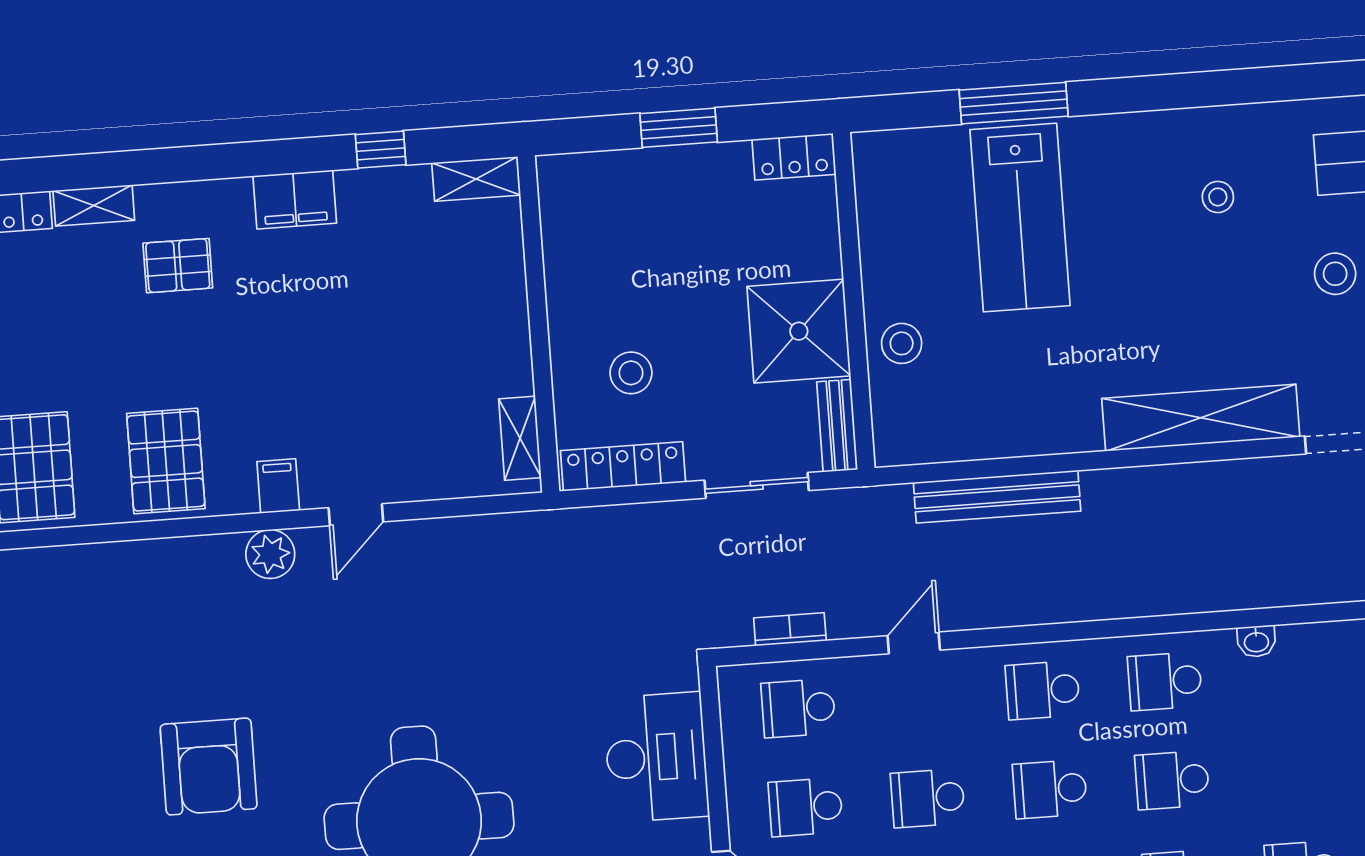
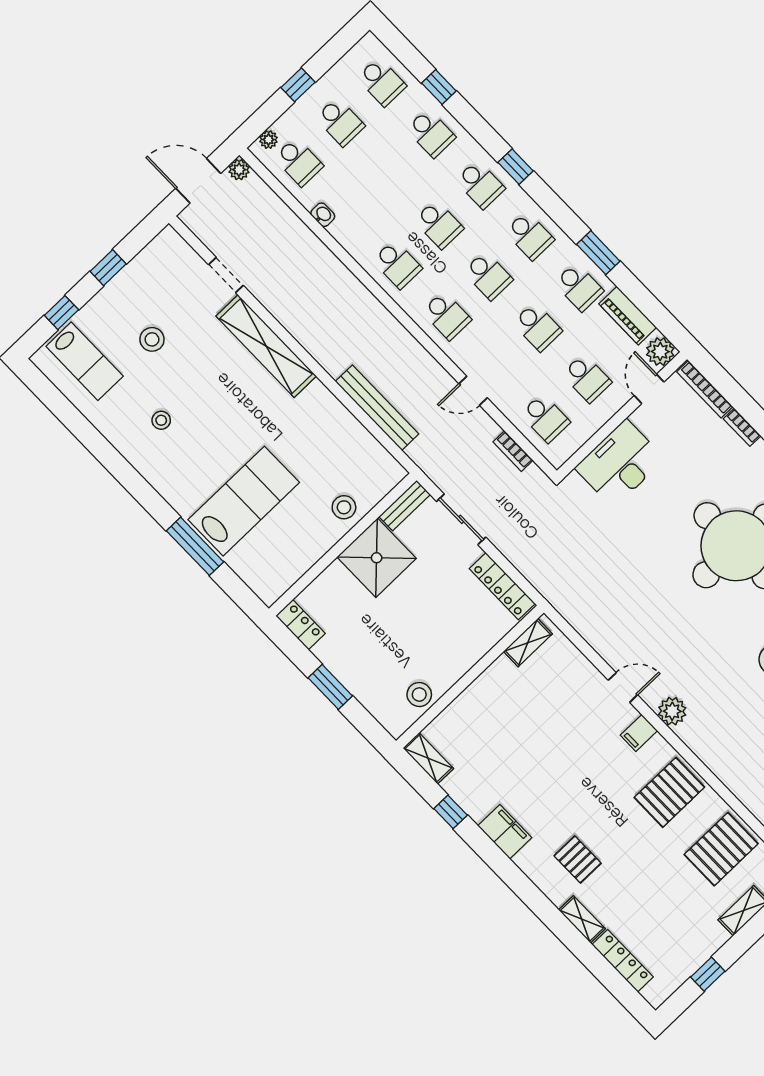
stool: (631, 373) -> (419, 695), moved
washbasin: (1256, 641) -> (323, 215), moved

